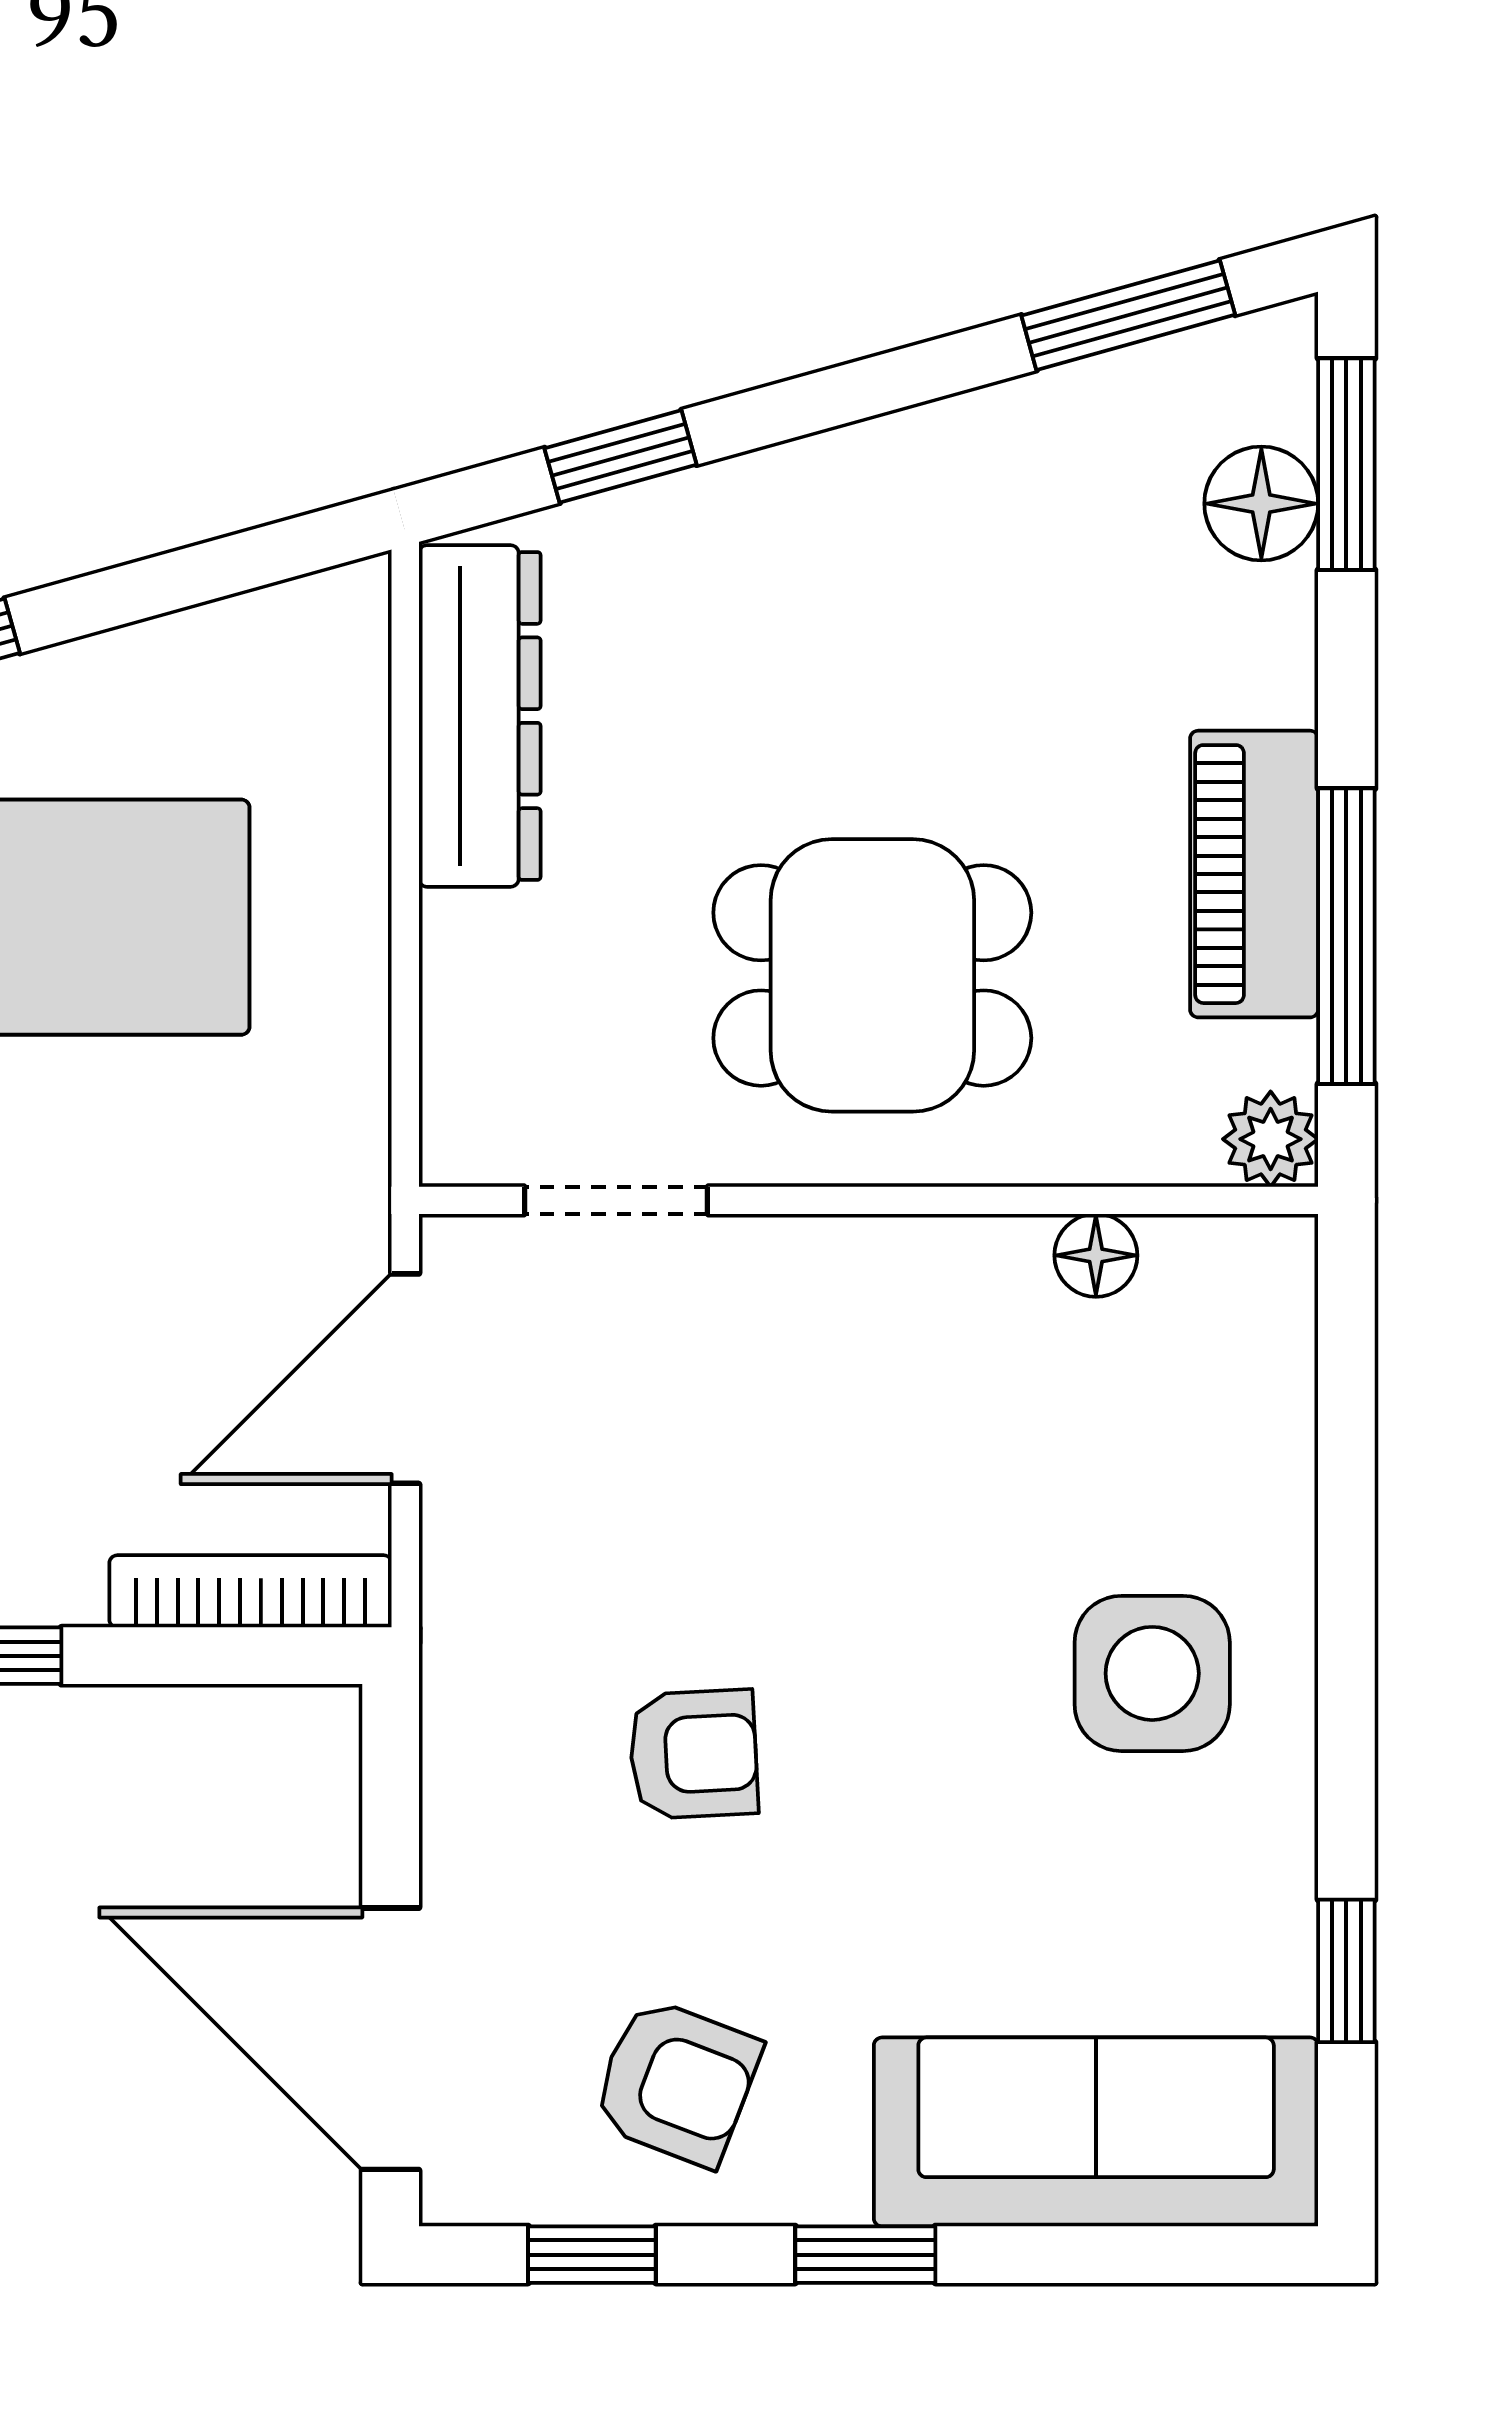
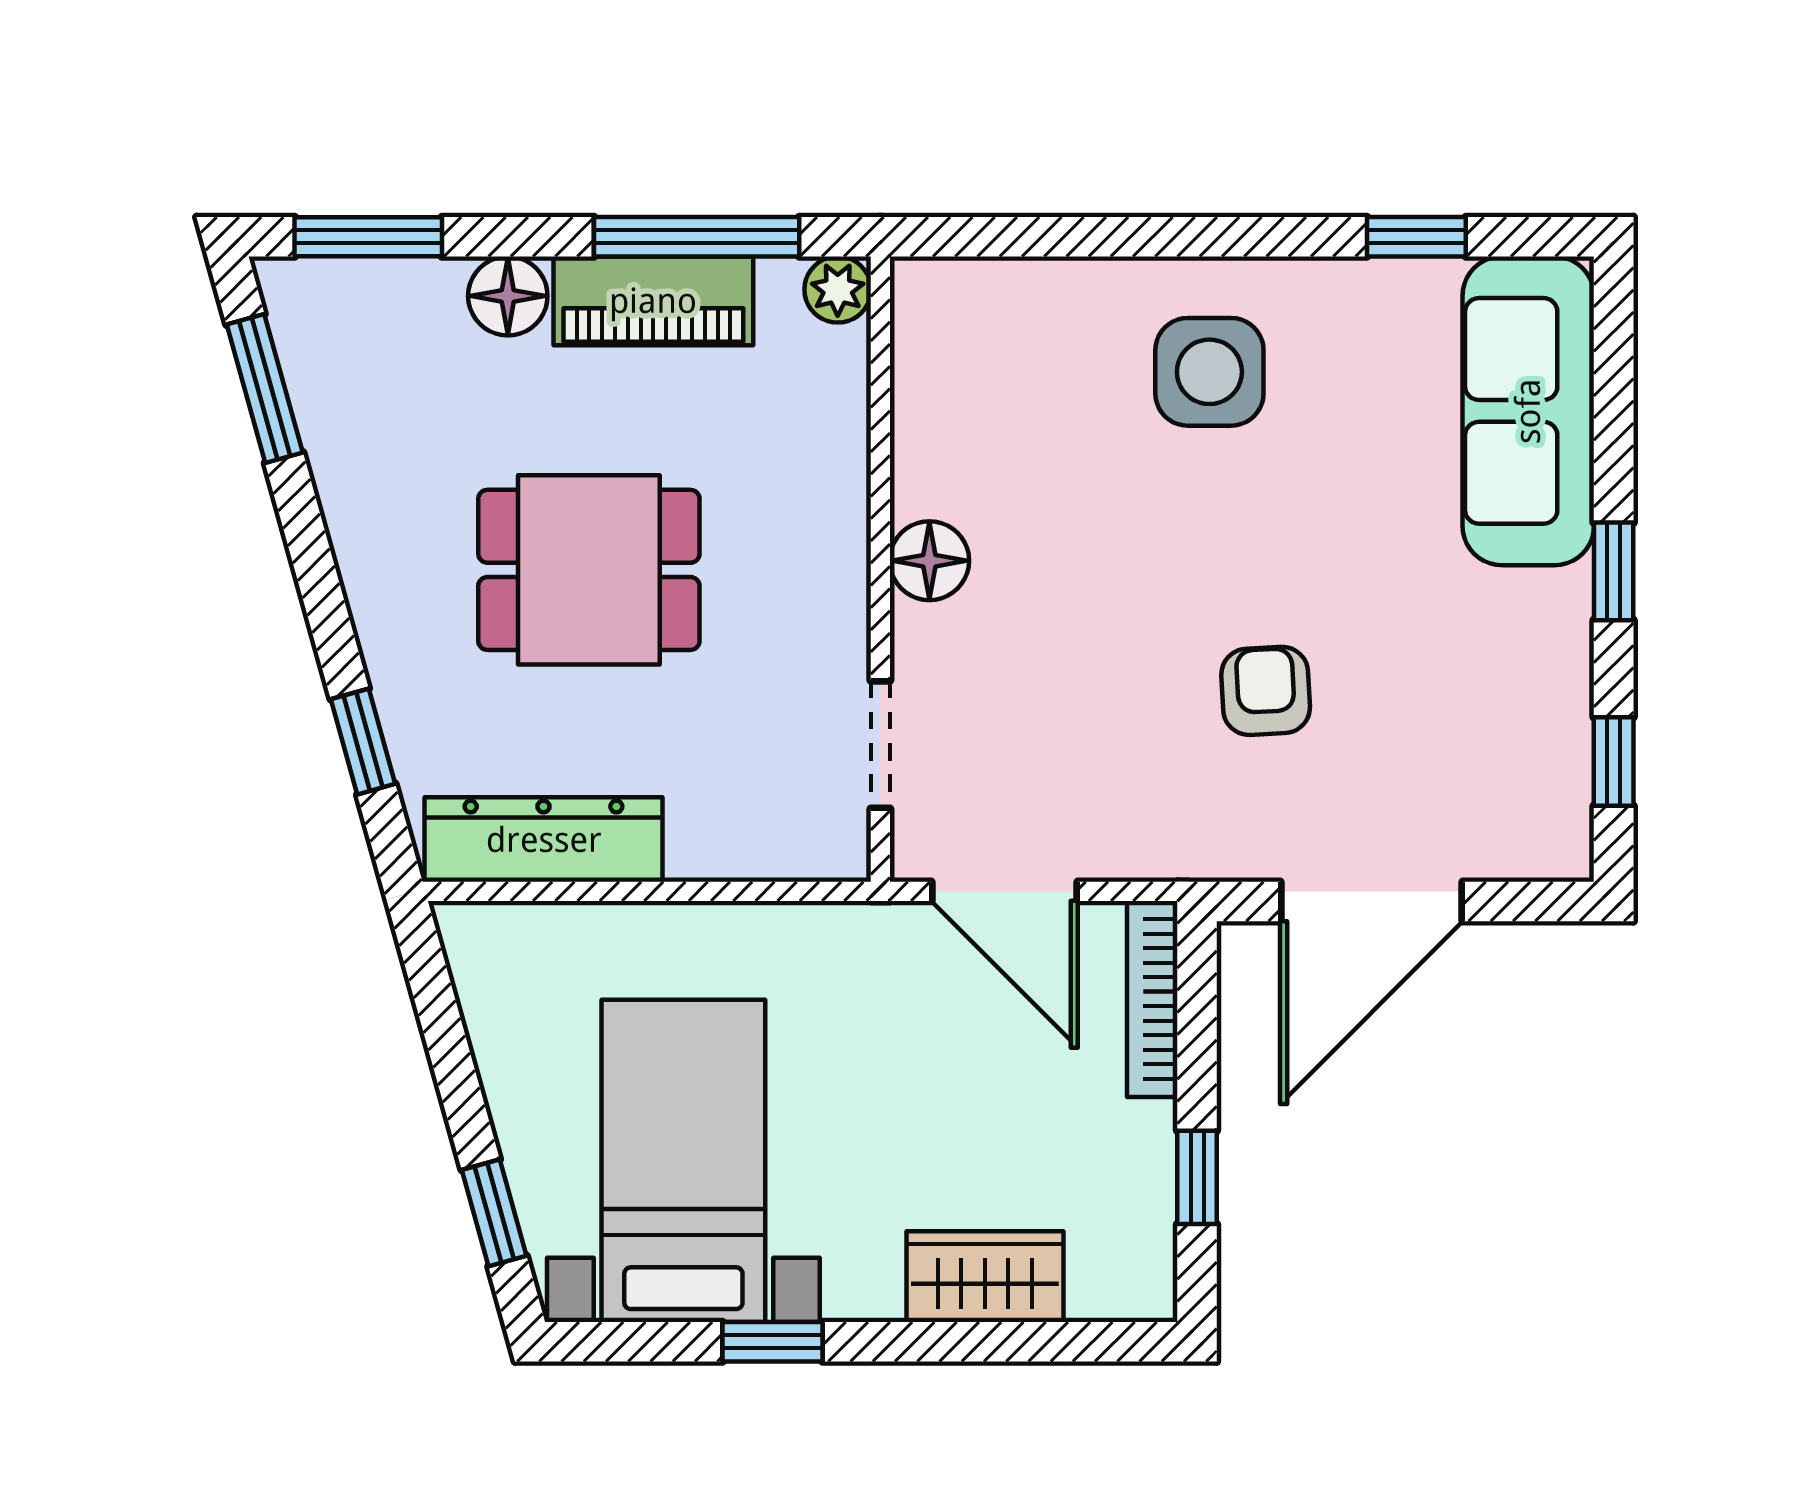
floor lamp: (1261, 504) -> (508, 296), moved
dining table: (872, 975) -> (589, 570), moved, turned 90
floor lamp: (1096, 1255) -> (929, 561), moved, width x1.37, depth x1.37
door: (391, 2039) -> (1372, 902), moved
armchair: (676, 2082) -> (1494, 703), removed

